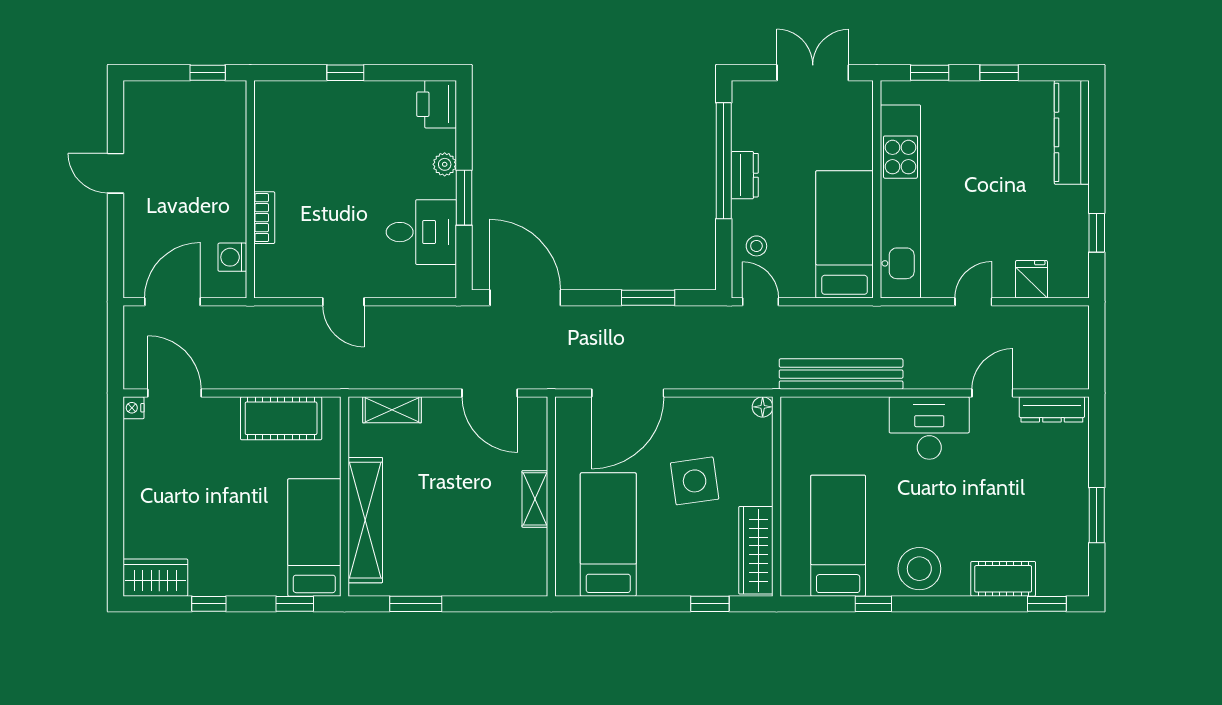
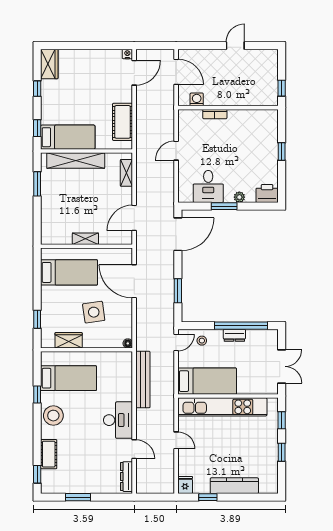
kitchen counter: (1072, 132) -> (234, 486), moved
fridge: (1031, 279) -> (185, 485), moved, turned -90
wardrobe: (756, 550) -> (69, 340), width x0.67

